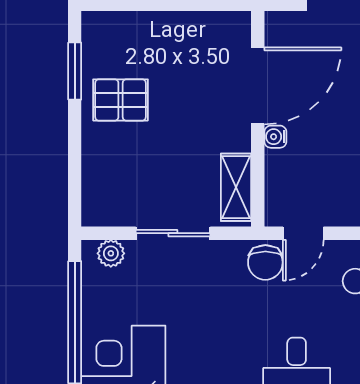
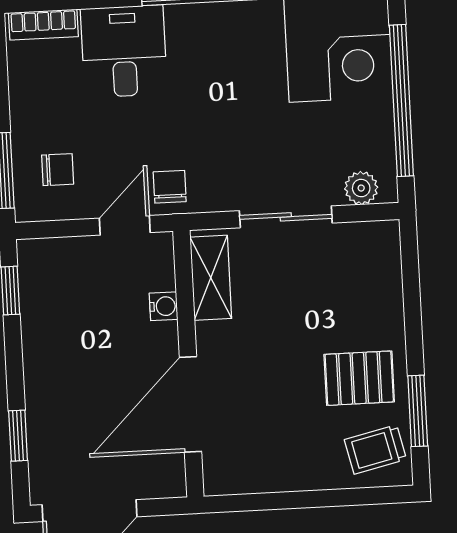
trolley: (110, 42) -> (375, 449), added
water cooler: (275, 137) -> (164, 306), moved
chair: (265, 262) -> (170, 187), width x0.73, depth x0.73

